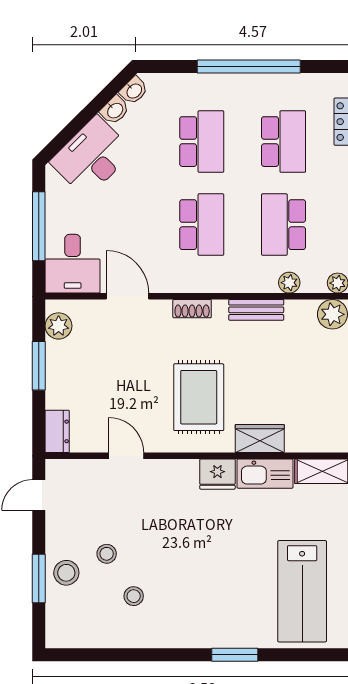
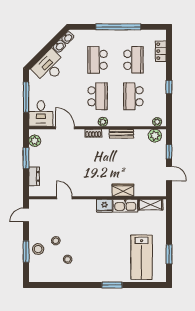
school desk: (202, 142) -> (98, 60), turned 180
plant: (289, 283) -> (103, 122), moved
rug: (199, 397) -> (96, 172), removed
dresser: (57, 431) -> (34, 176), moved

